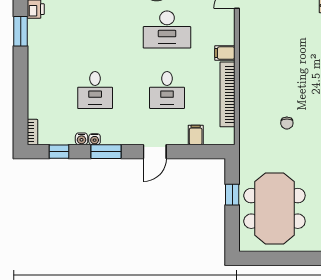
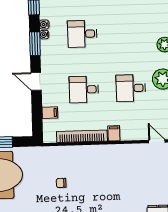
desk: (167, 29) -> (131, 88), width x0.73

